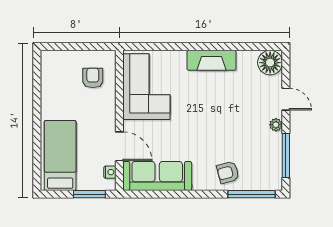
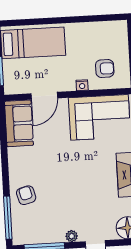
nightstand: (110, 172) -> (82, 85), moved
sofa: (157, 176) -> (19, 123), width x0.73

